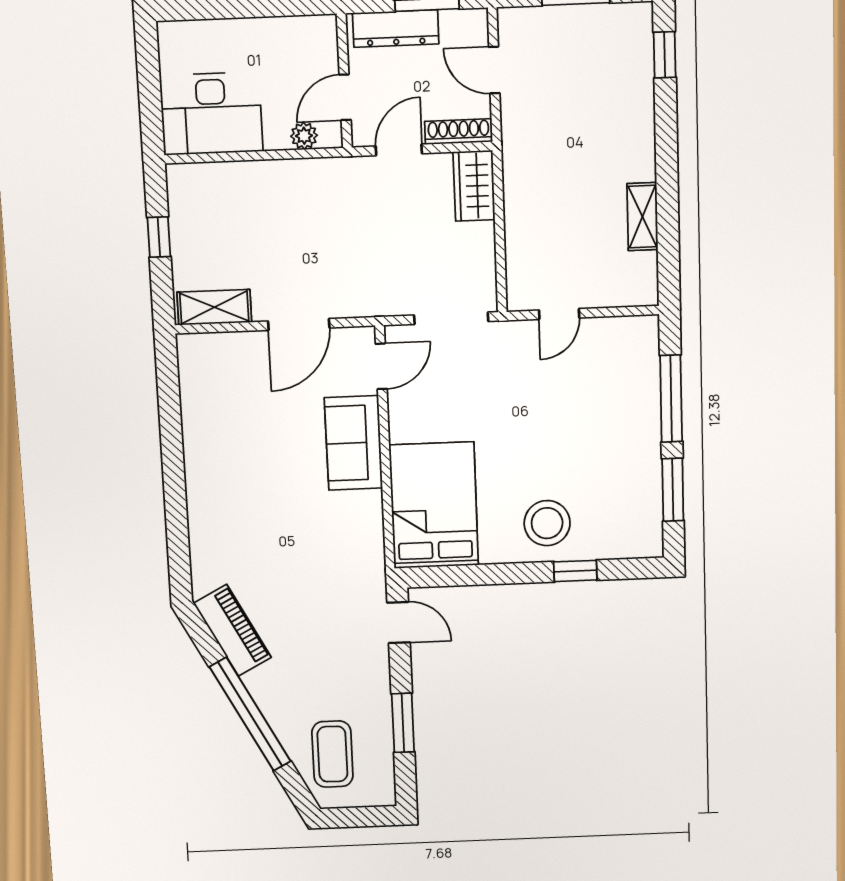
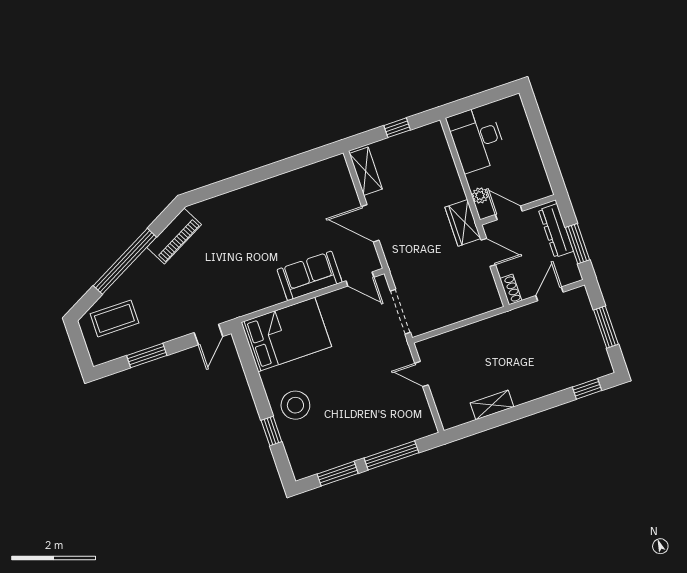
shoe rack: (459, 132) -> (511, 289), width x0.70
wardrobe: (474, 186) -> (463, 223), moved, turned -90

